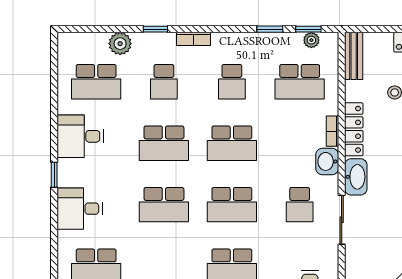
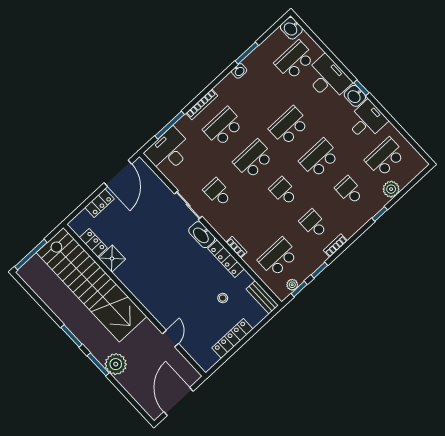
bookcase: (193, 39) -> (335, 246), moved
school desk: (232, 143) -> (283, 192), width x0.54
washbasin: (327, 161) -> (355, 96), moved, turned 180
desk: (80, 209) -> (328, 78), width x1.37

